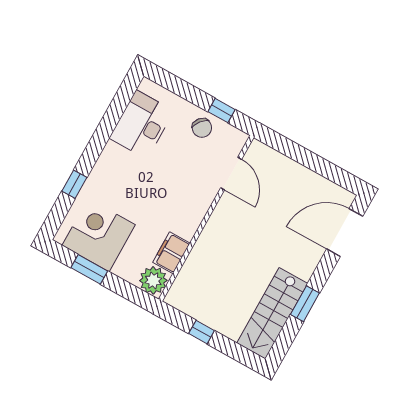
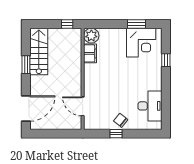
door: (231, 174) -> (83, 106), moved
wall: (206, 218) -> (83, 79), moved
filing cabinet: (171, 253) -> (90, 53), moved
plant: (153, 280) -> (91, 36), moved

